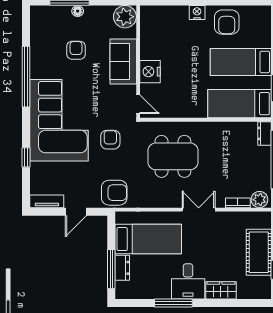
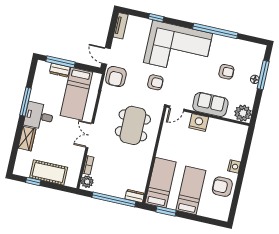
double door: (199, 210) -> (90, 135), swing flipped
door: (76, 212) -> (106, 56), moved

